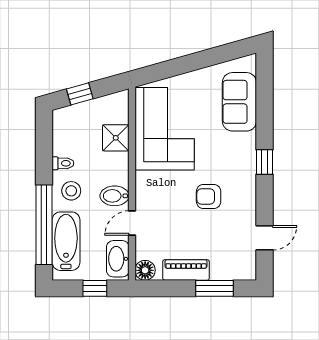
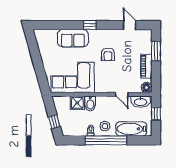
sofa: (239, 102) -> (73, 38), moved
bidet: (115, 196) -> (90, 103), moved
window: (44, 225) -> (106, 140), moved

